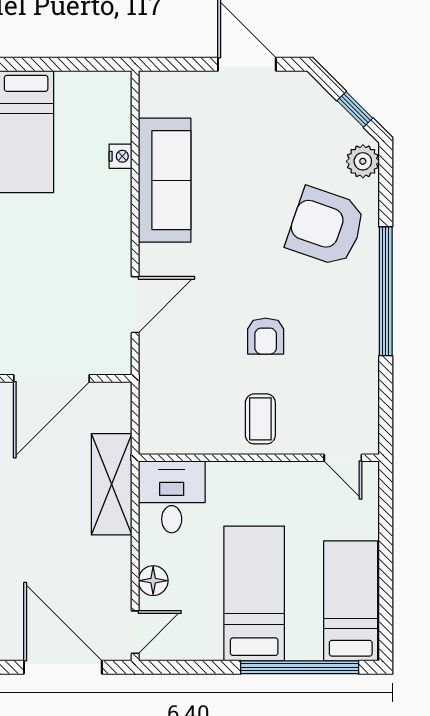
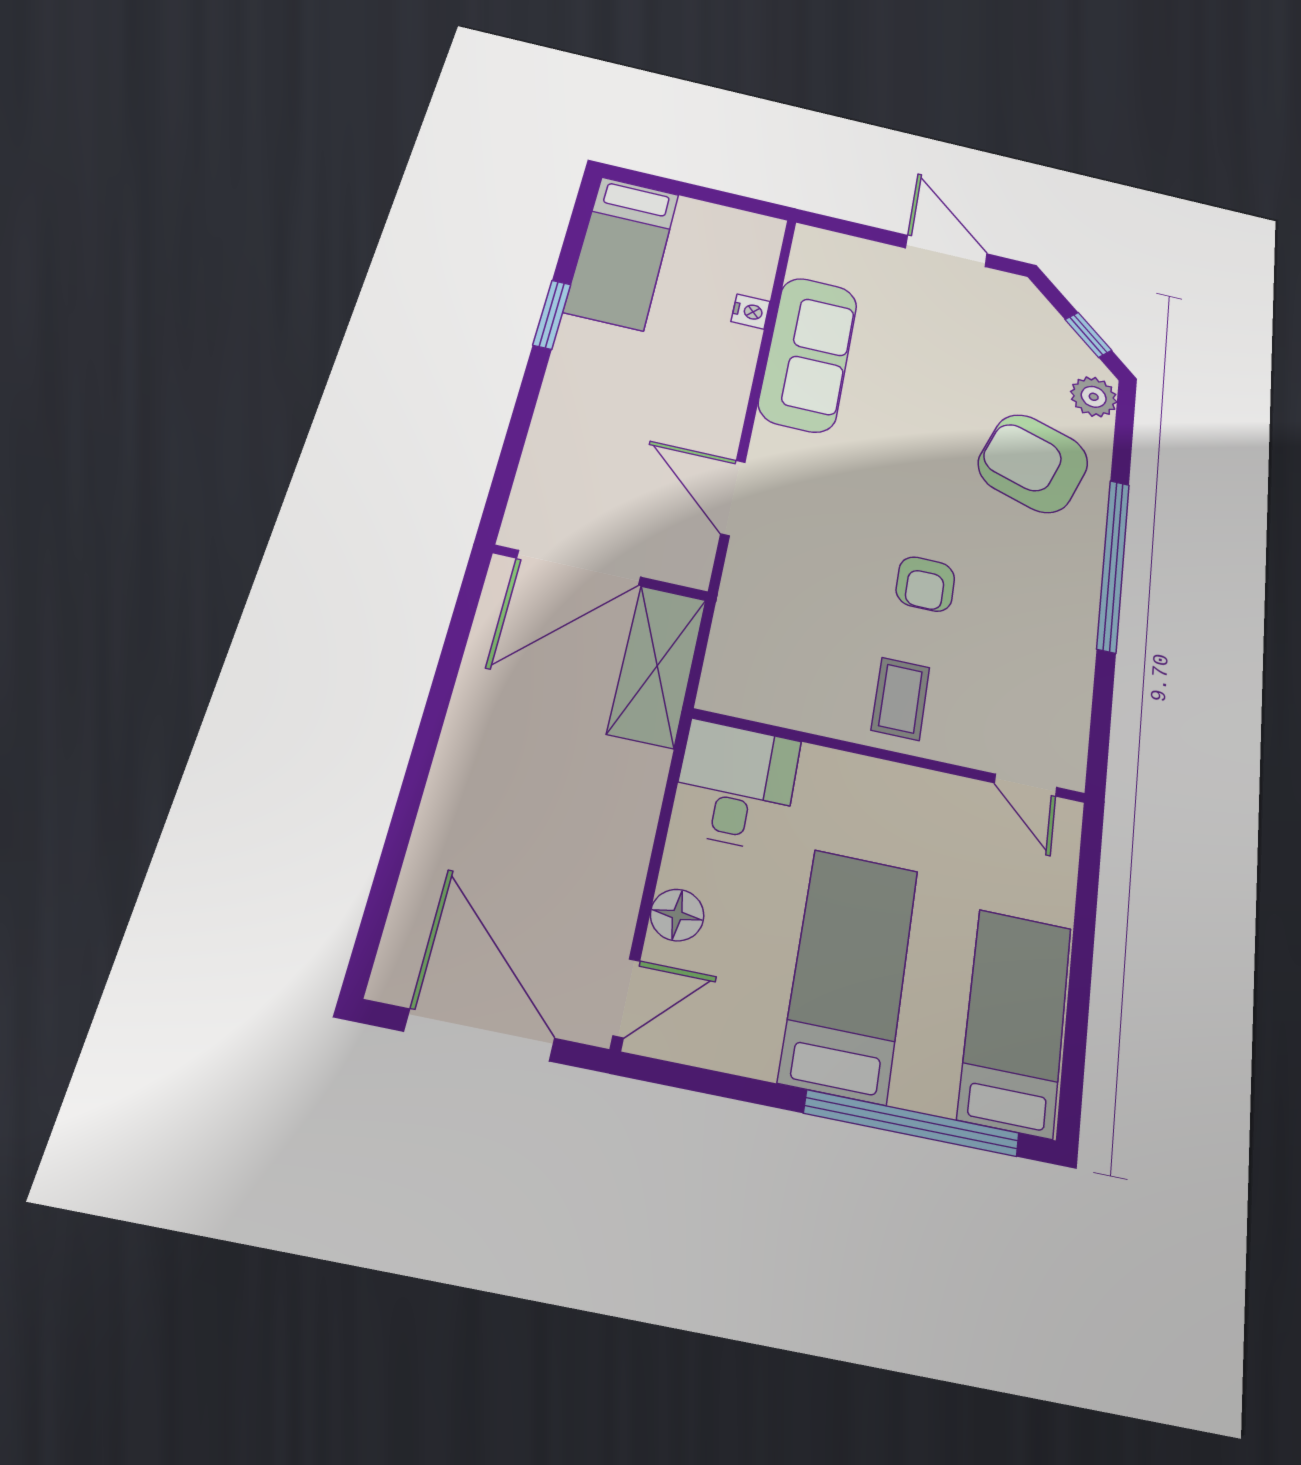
door: (135, 305) -> (733, 498), swing flipped
shelving: (112, 484) -> (657, 666), moved

